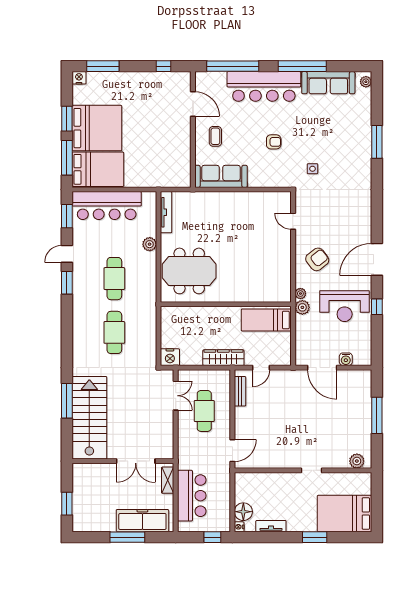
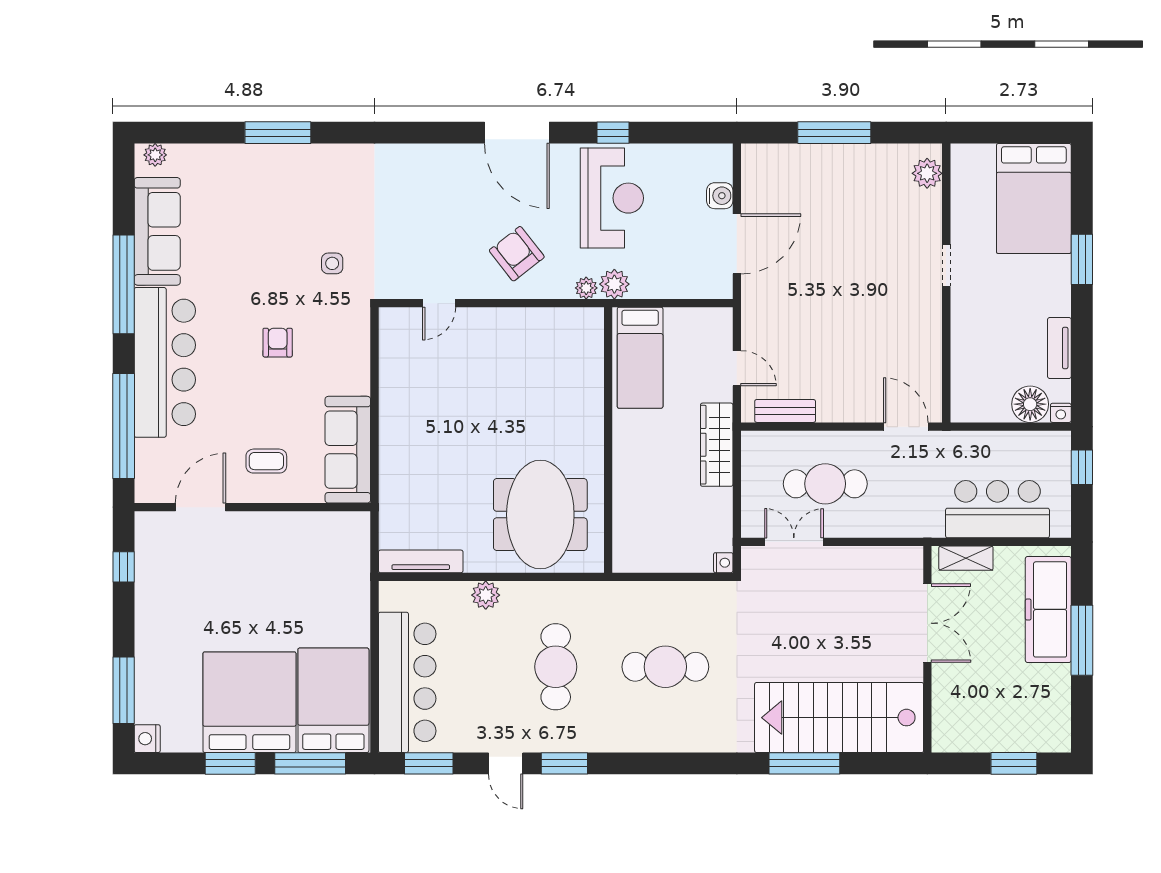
cafe table: (114, 279) -> (556, 667), turned 90
nightstand: (170, 357) -> (723, 563), width x0.53, depth x0.56

